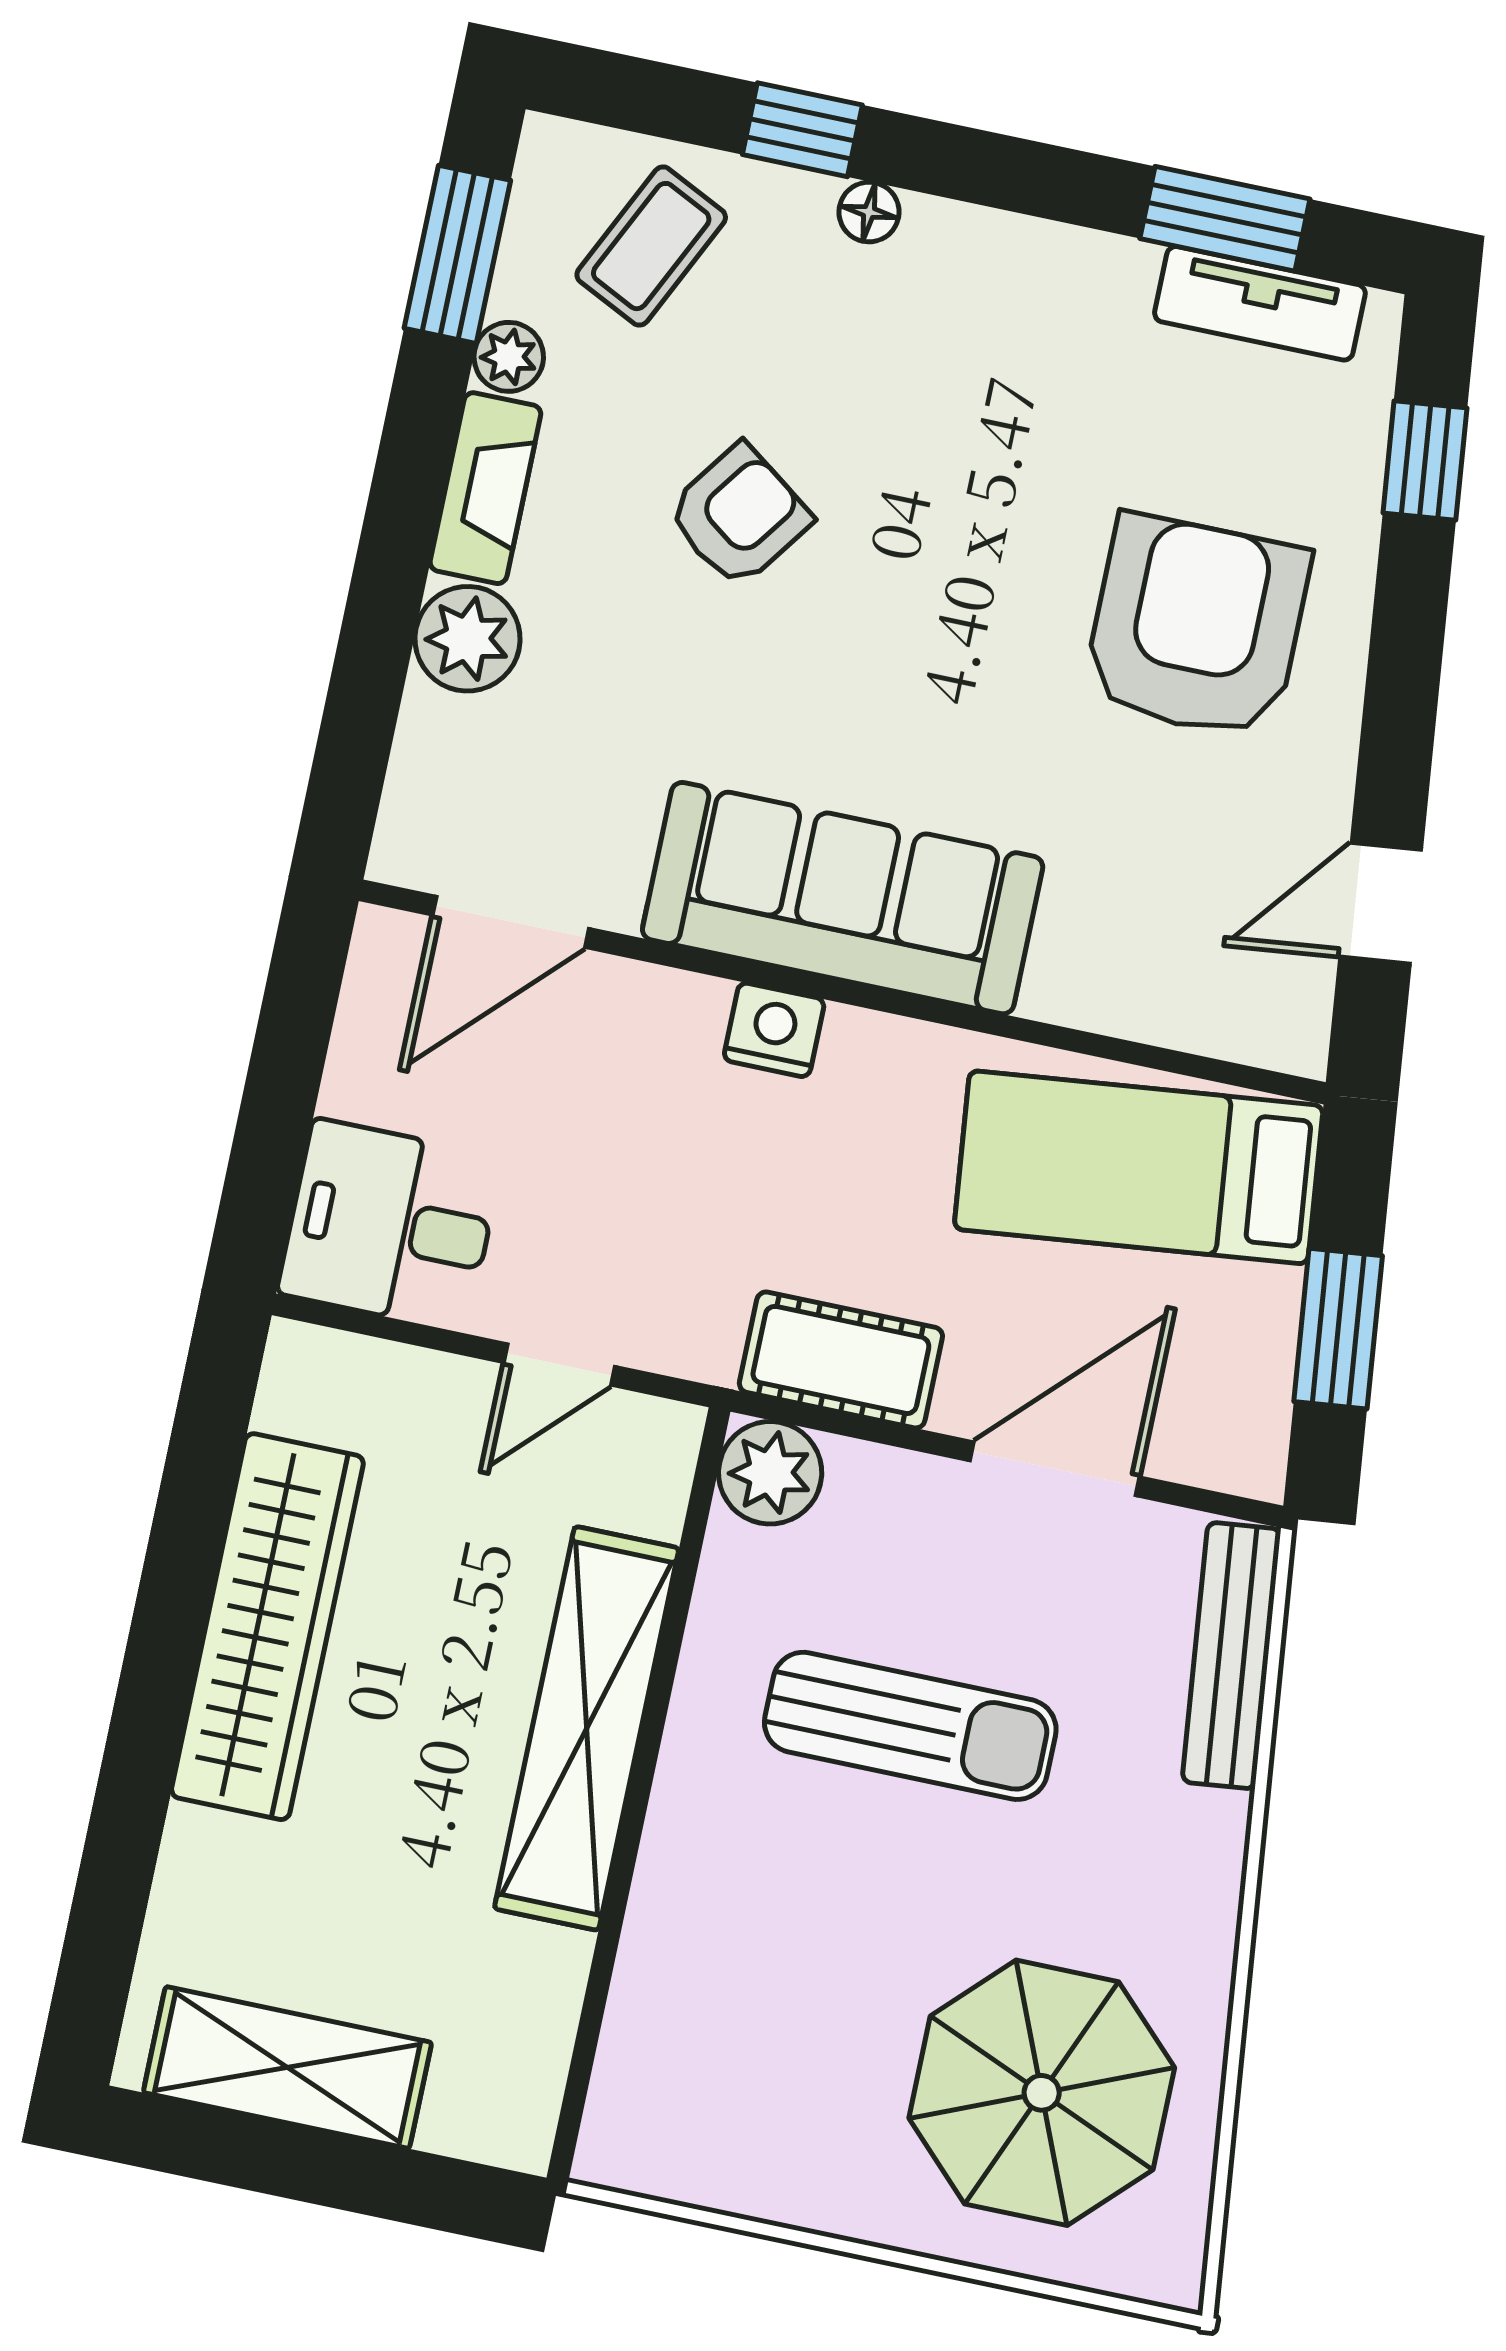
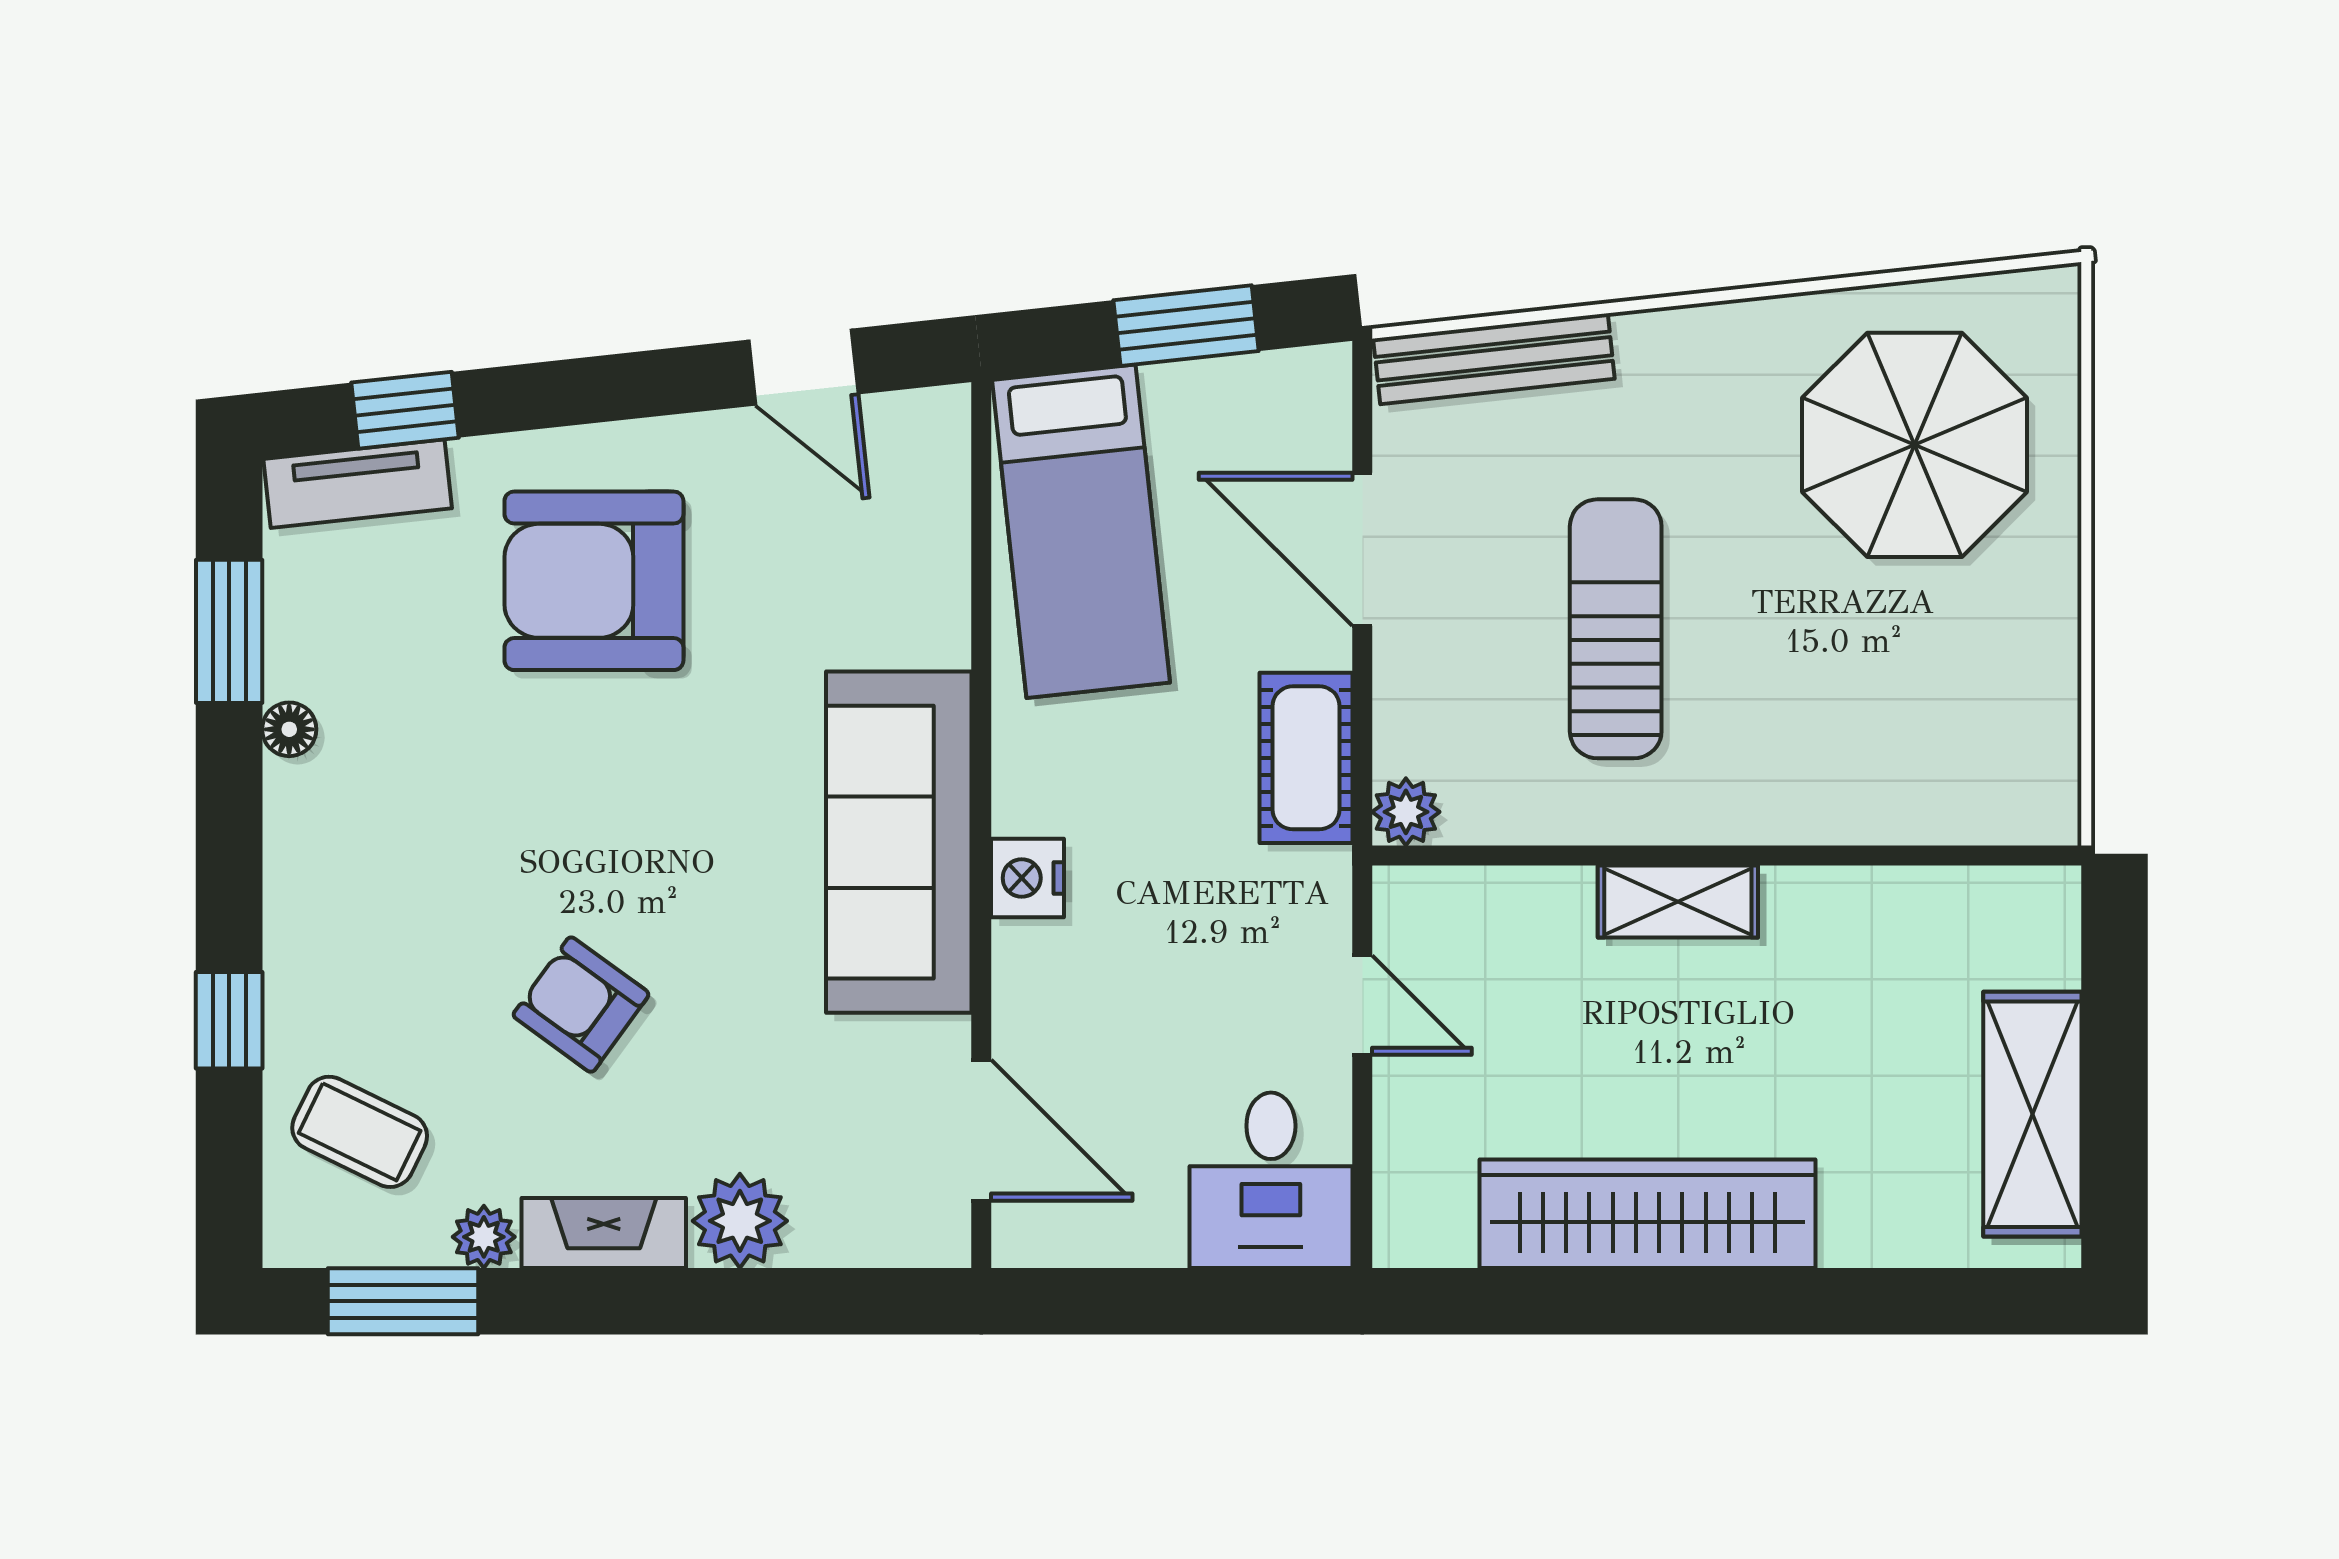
floor lamp: (869, 212) -> (289, 729), moved
tv unit: (1260, 303) -> (358, 484), moved, turned 84
plant: (770, 1473) -> (1406, 812), width x0.73, depth x0.73
shelving: (587, 1728) -> (1678, 902), width x0.45, depth x0.75

